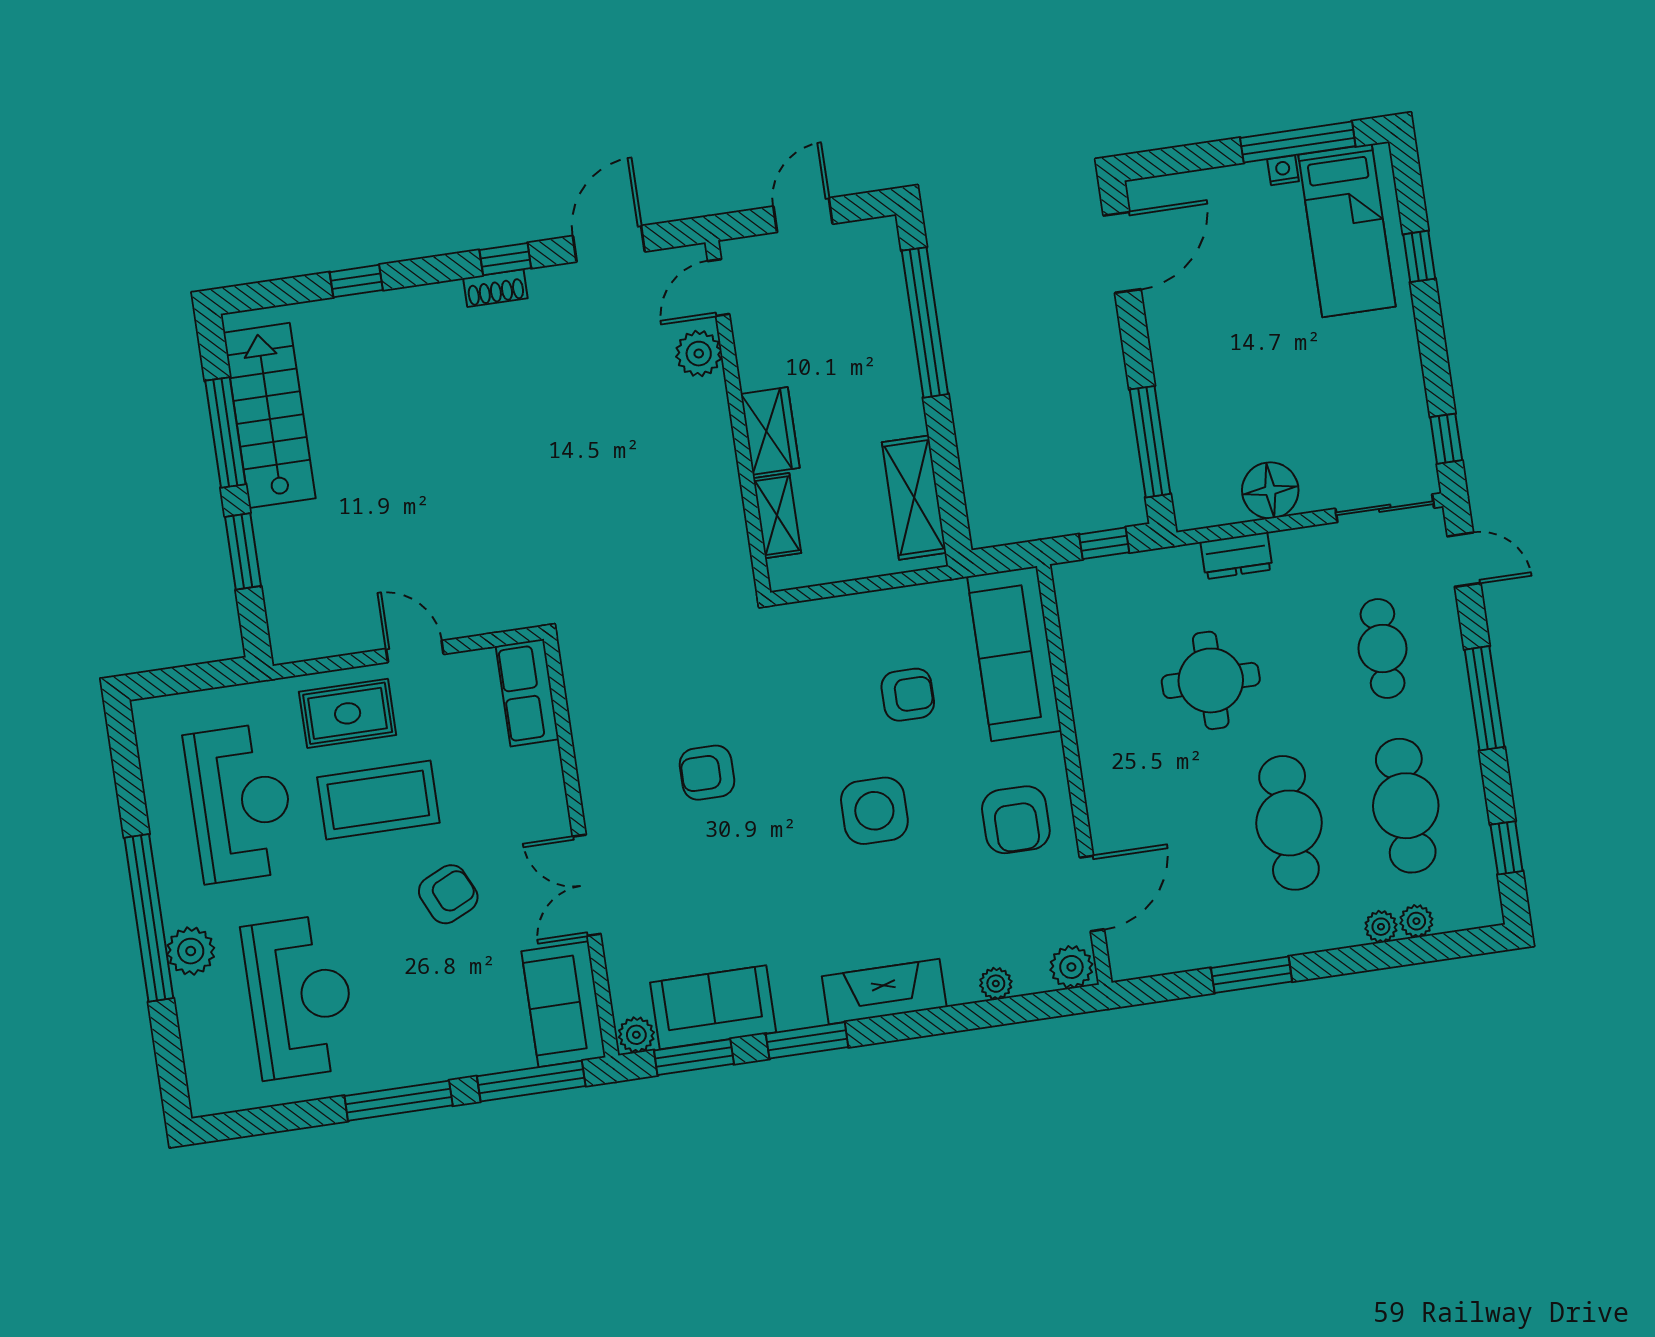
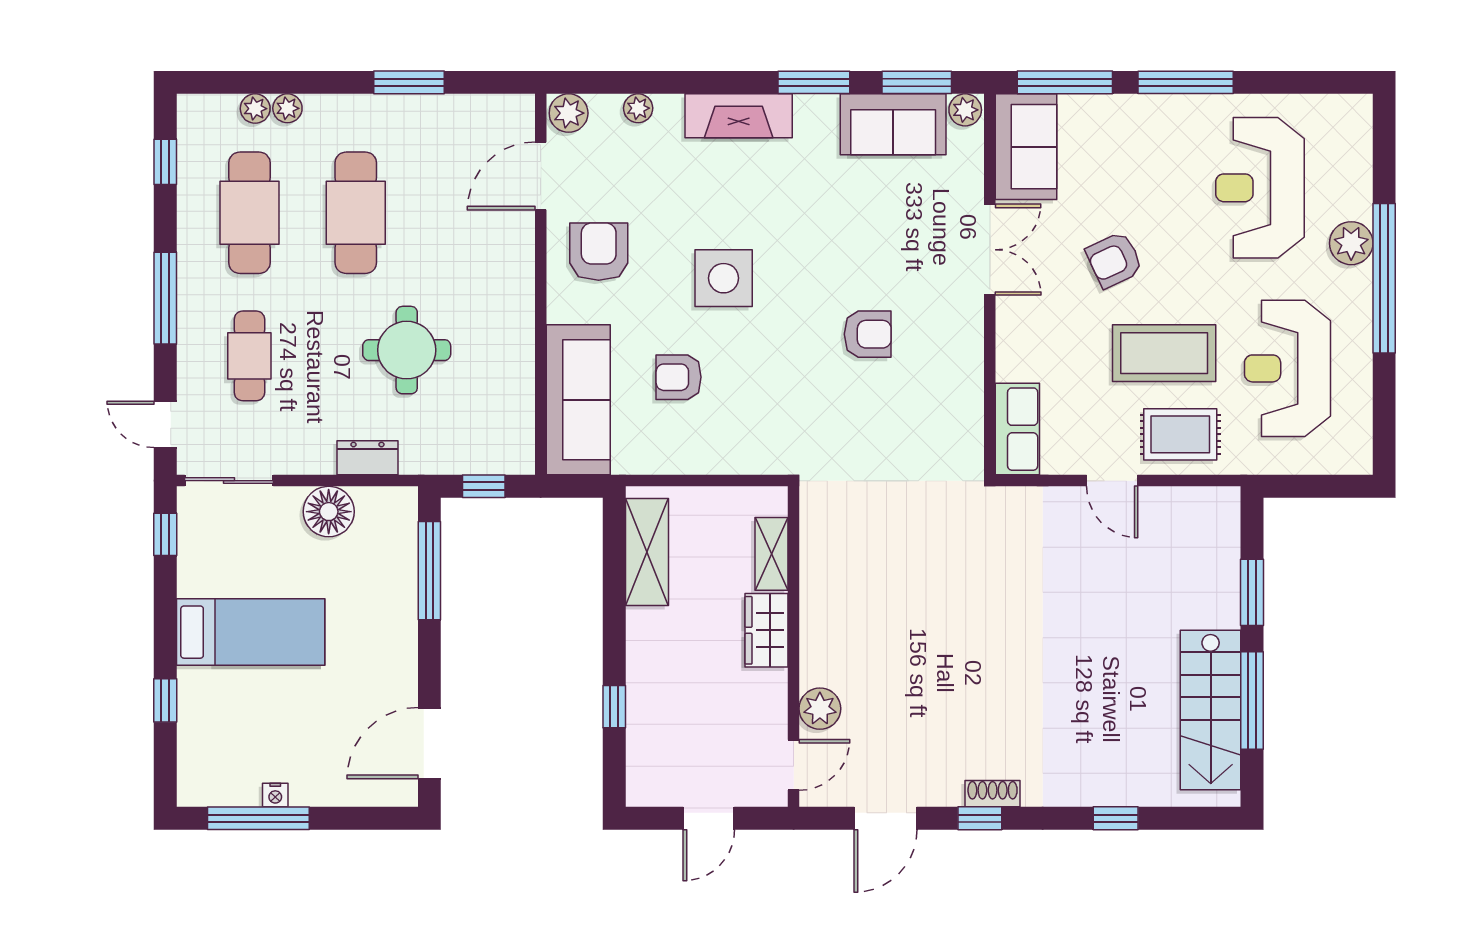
bed: (1347, 231) -> (251, 632), moved, turned 90
window: (925, 322) -> (614, 707), width x0.32

